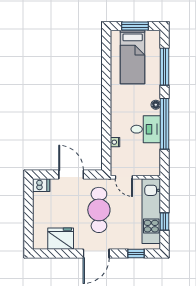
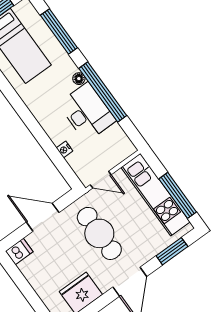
desk: (146, 129) -> (87, 112), width x1.37
window: (165, 222) -> (178, 195), width x2.17
window: (136, 254) -> (172, 251), width x1.50

